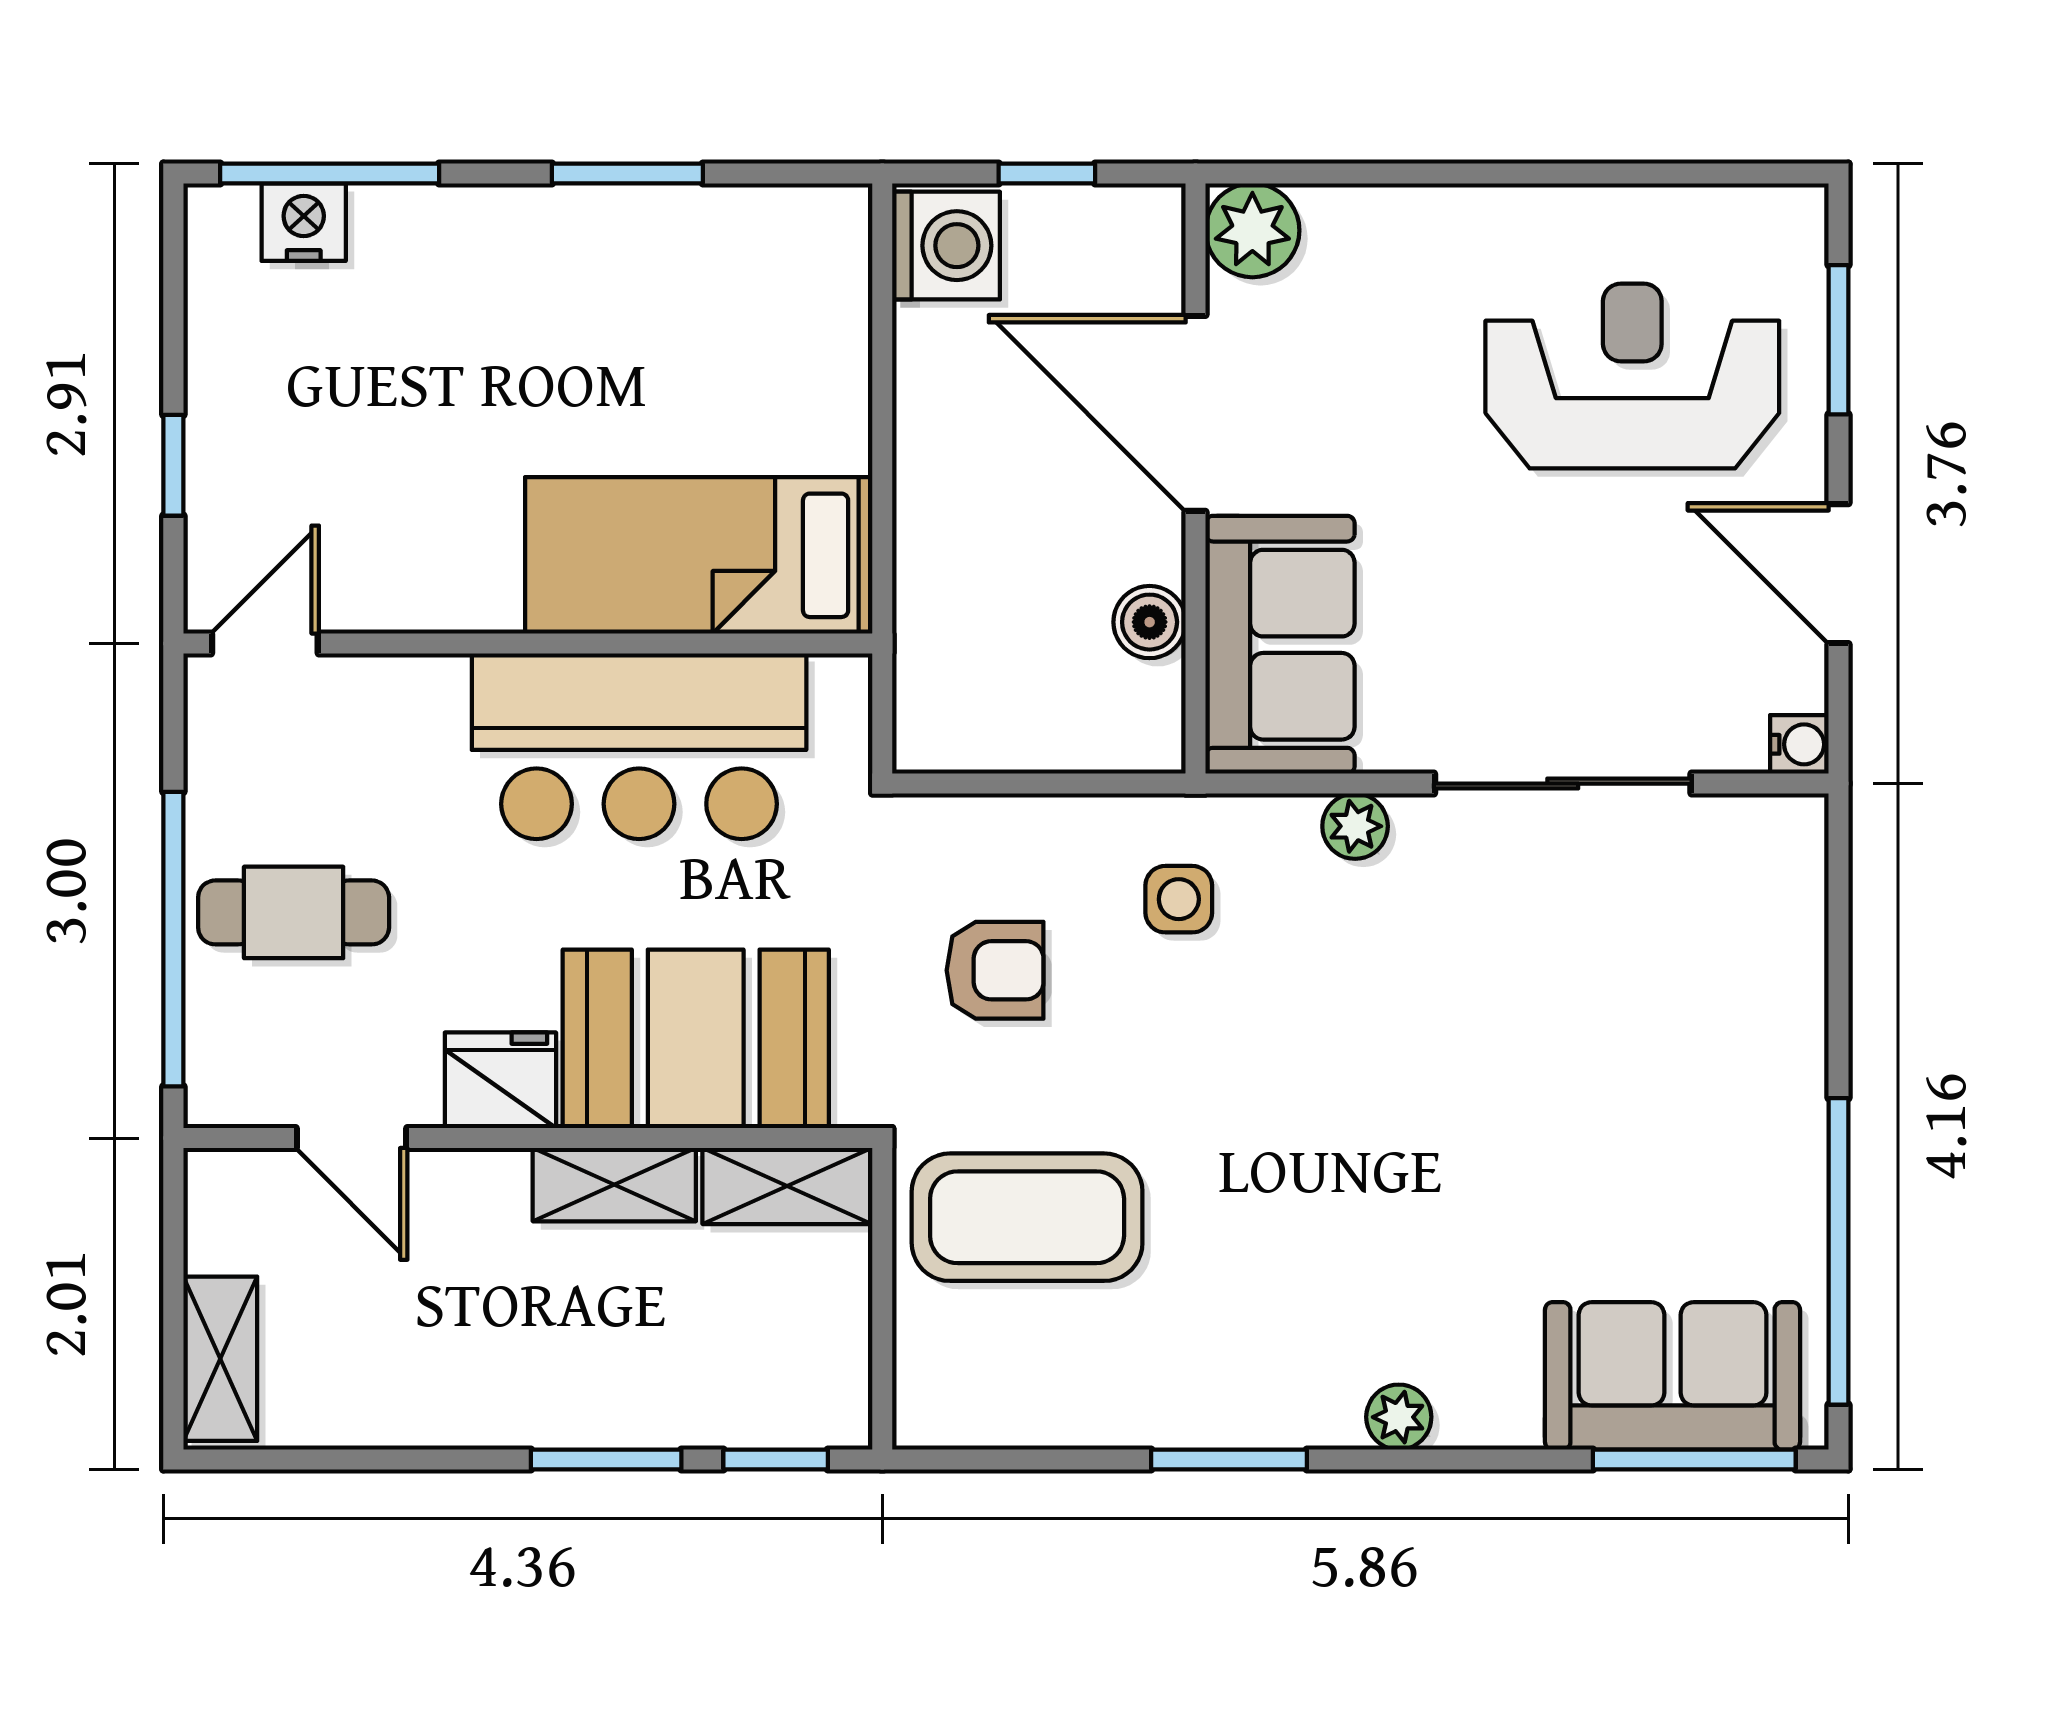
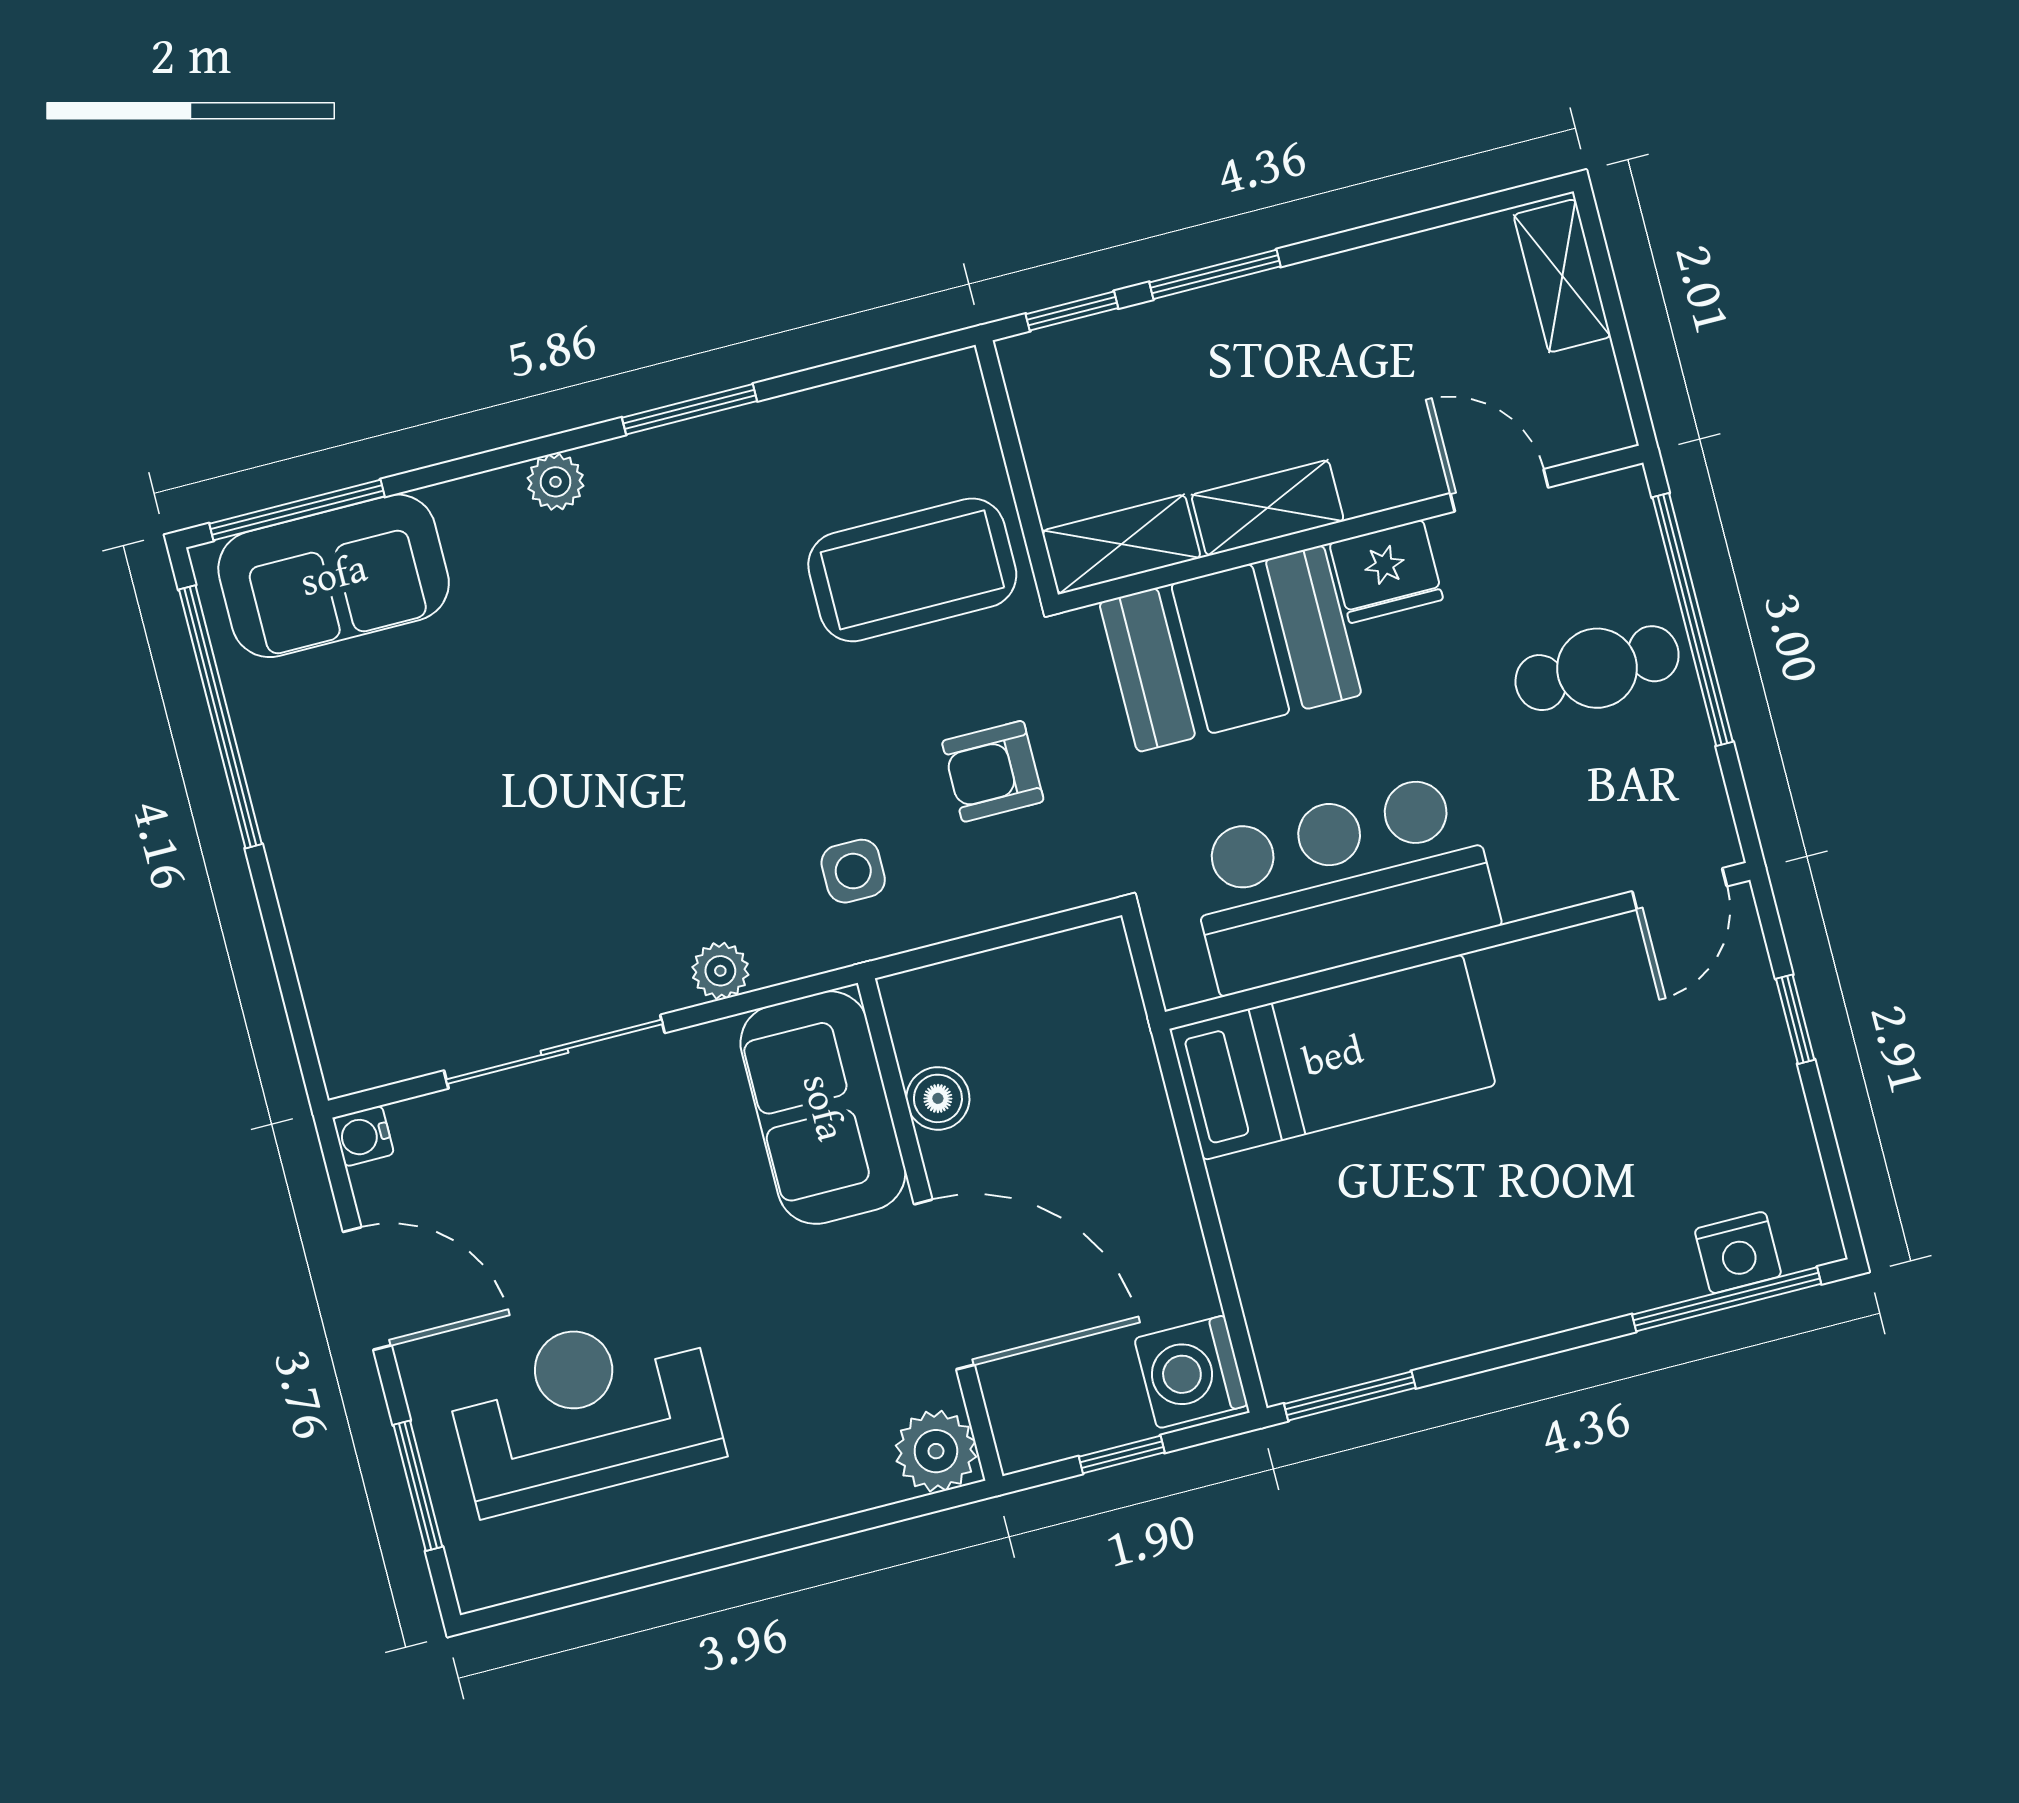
window: (627, 174) -> (1350, 1396), moved
reception desk: (1632, 376) -> (584, 1410), turned 180

